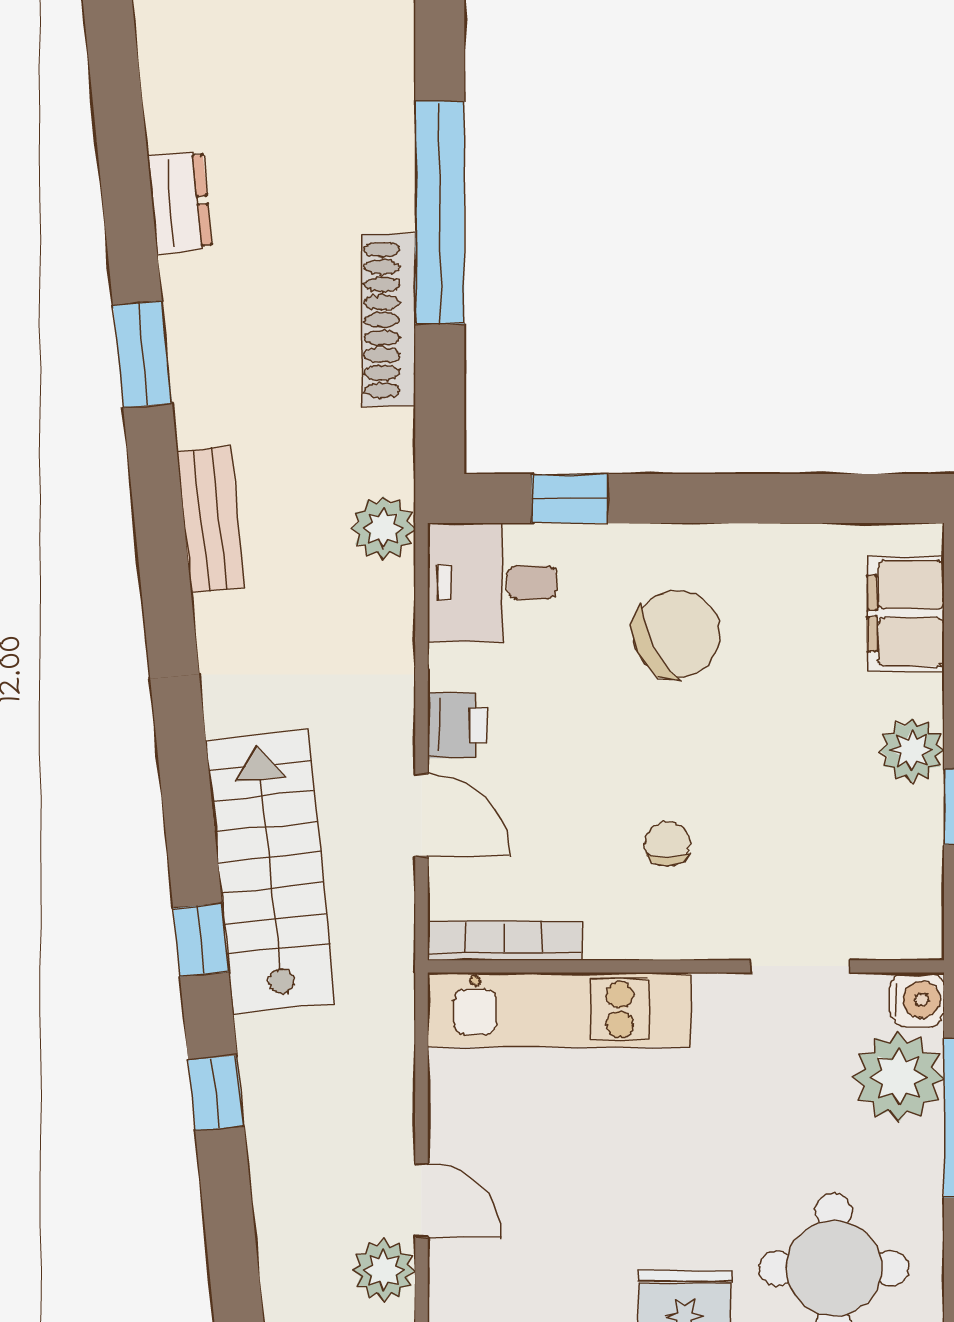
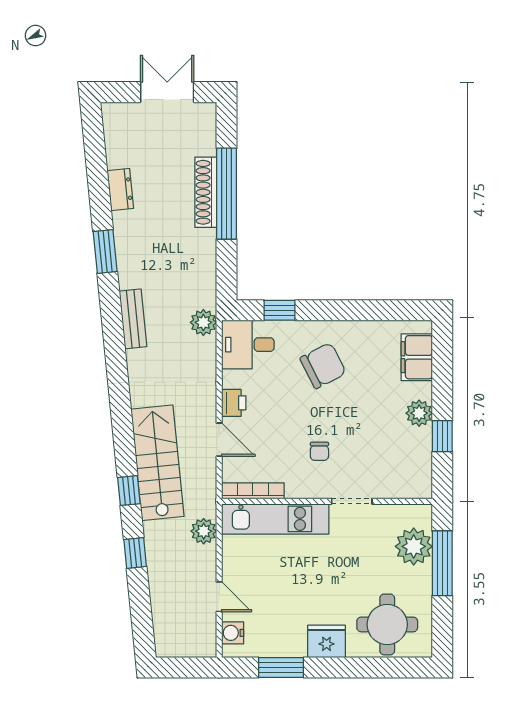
shoe rack: (389, 320) -> (206, 192), moved
chair: (668, 844) -> (319, 451), turned 180
doorway: (800, 966) -> (352, 501), moved
water cooler: (917, 1000) -> (233, 633), moved, turned 180
plant: (384, 1270) -> (204, 531), moved

